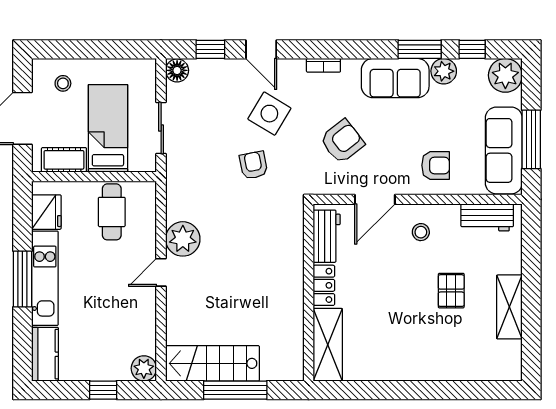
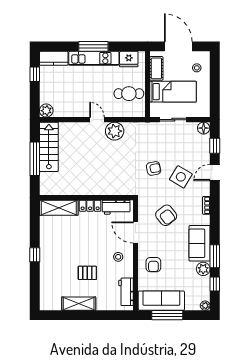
plant: (505, 75) -> (205, 306), width x0.53, depth x0.53
window: (103, 390) -> (35, 74), moved
window: (417, 390) -> (35, 255), added

